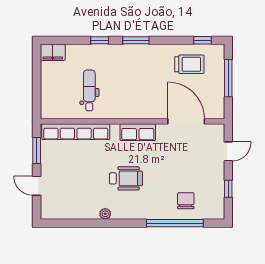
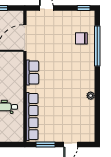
wheelchair: (126, 178) -> (65, 81), removed
window: (228, 189) -> (84, 8), moved

